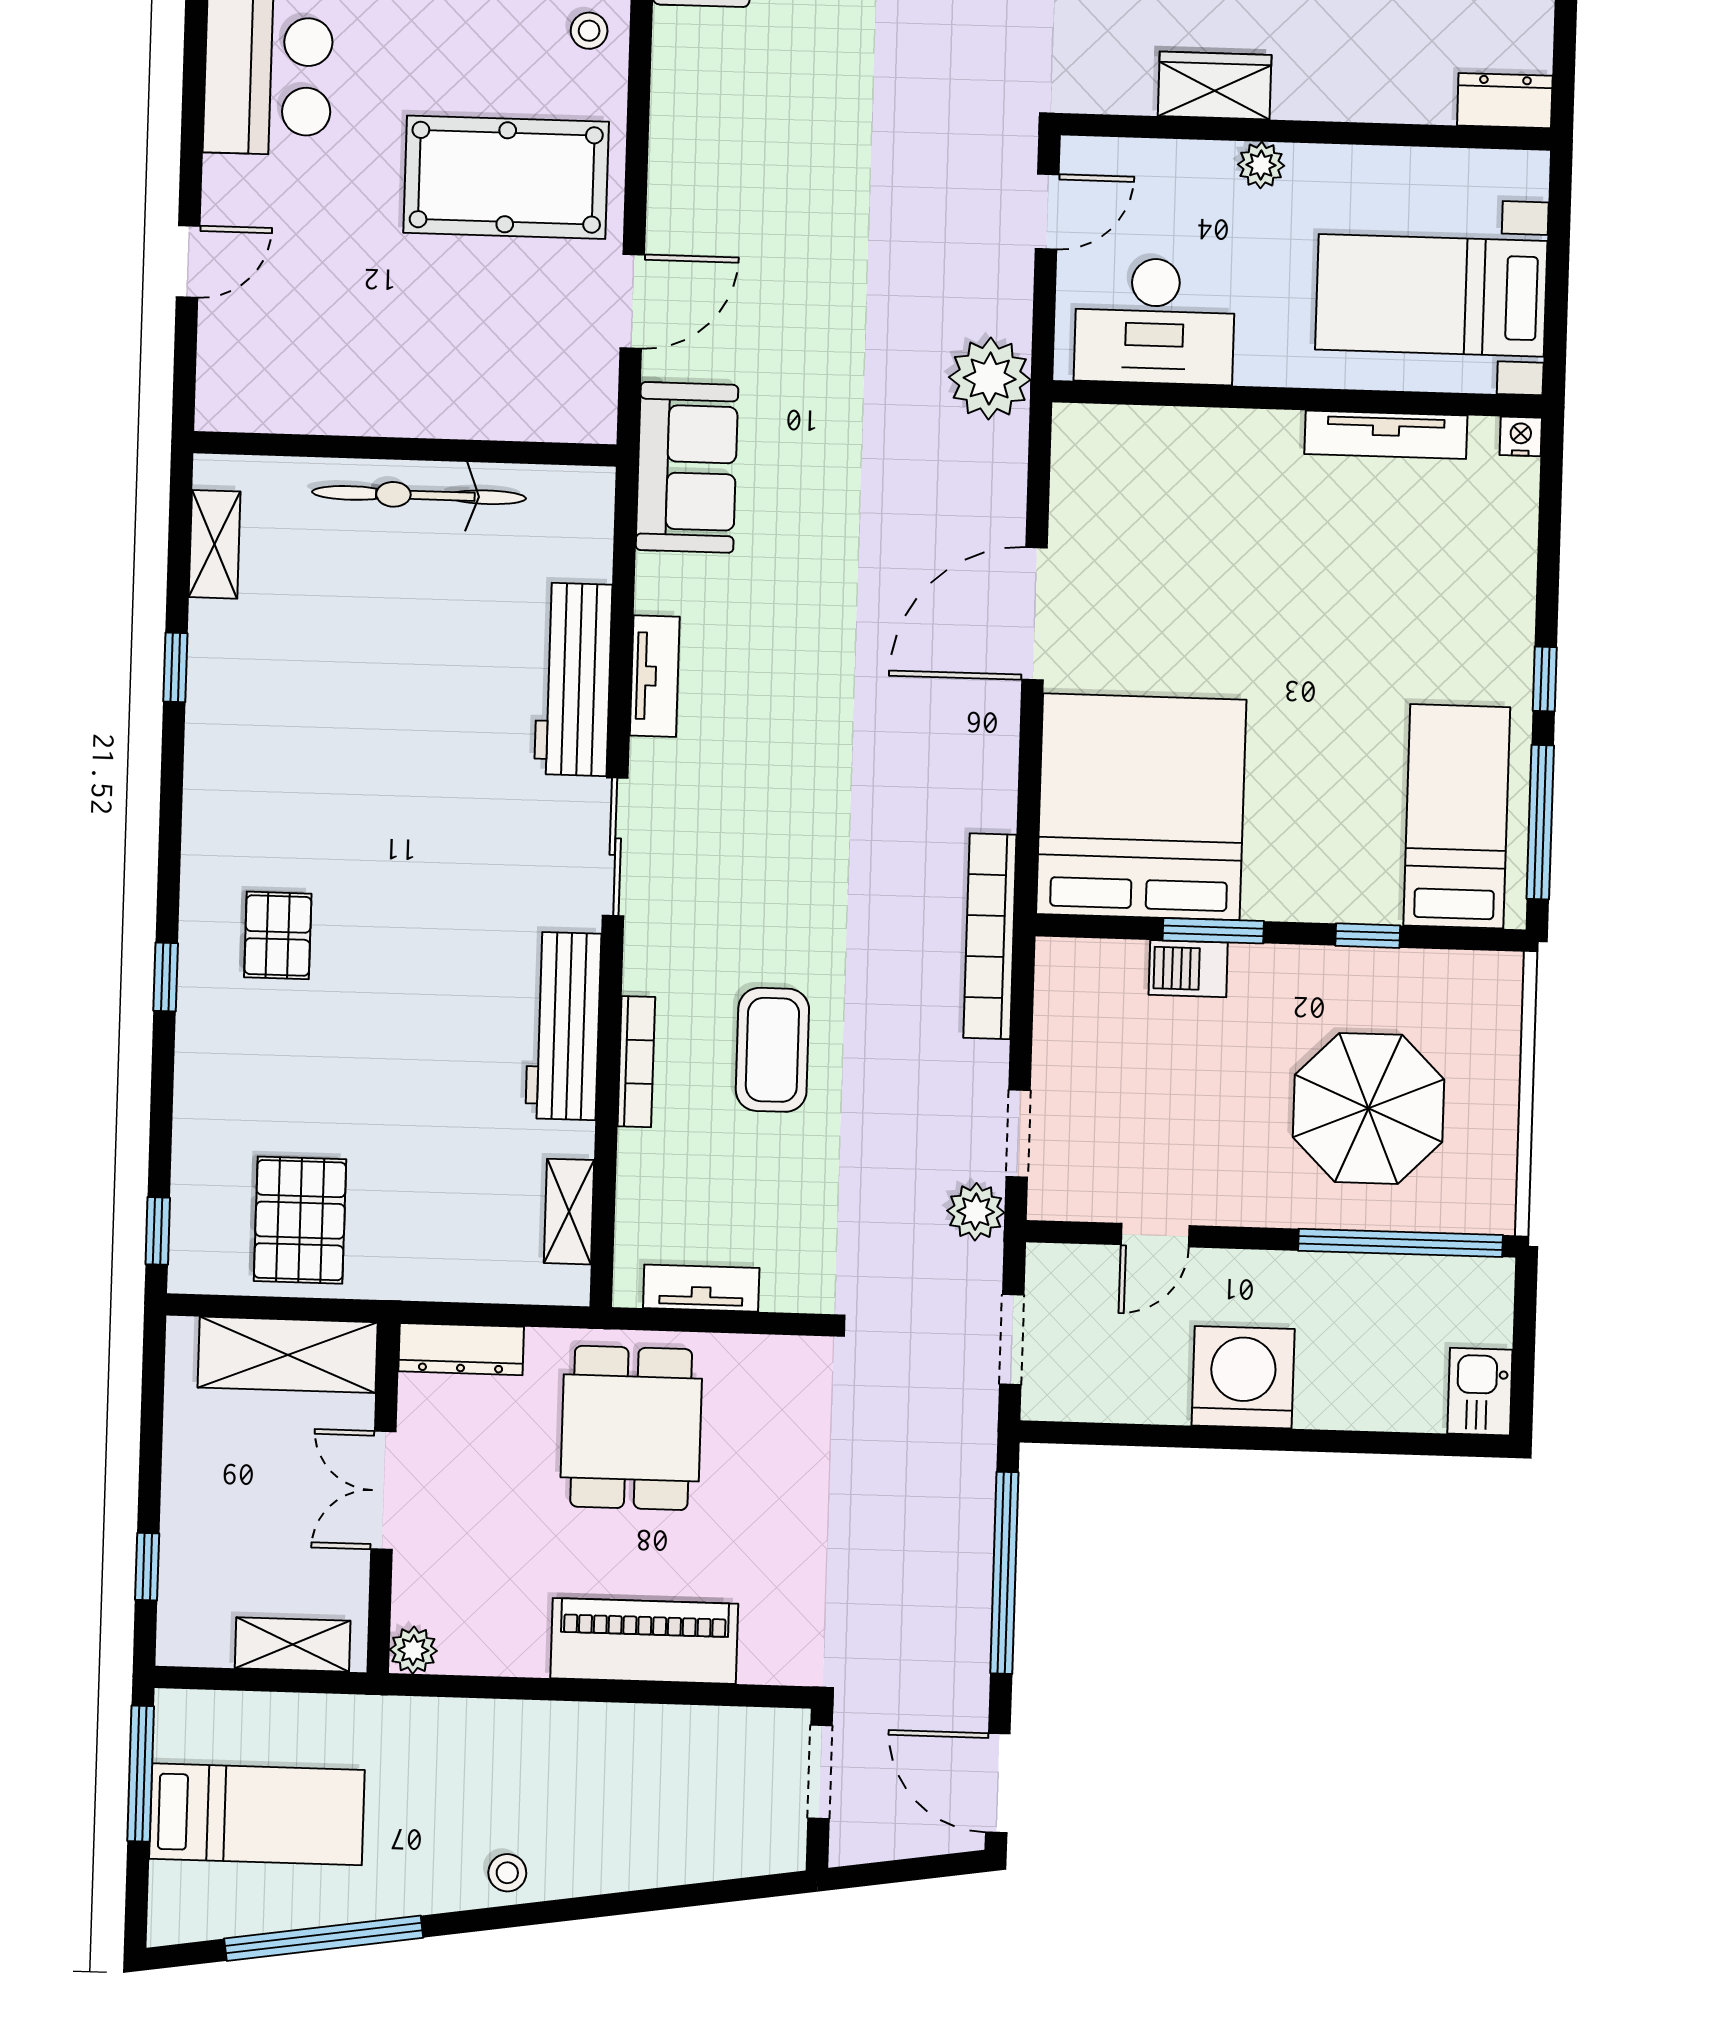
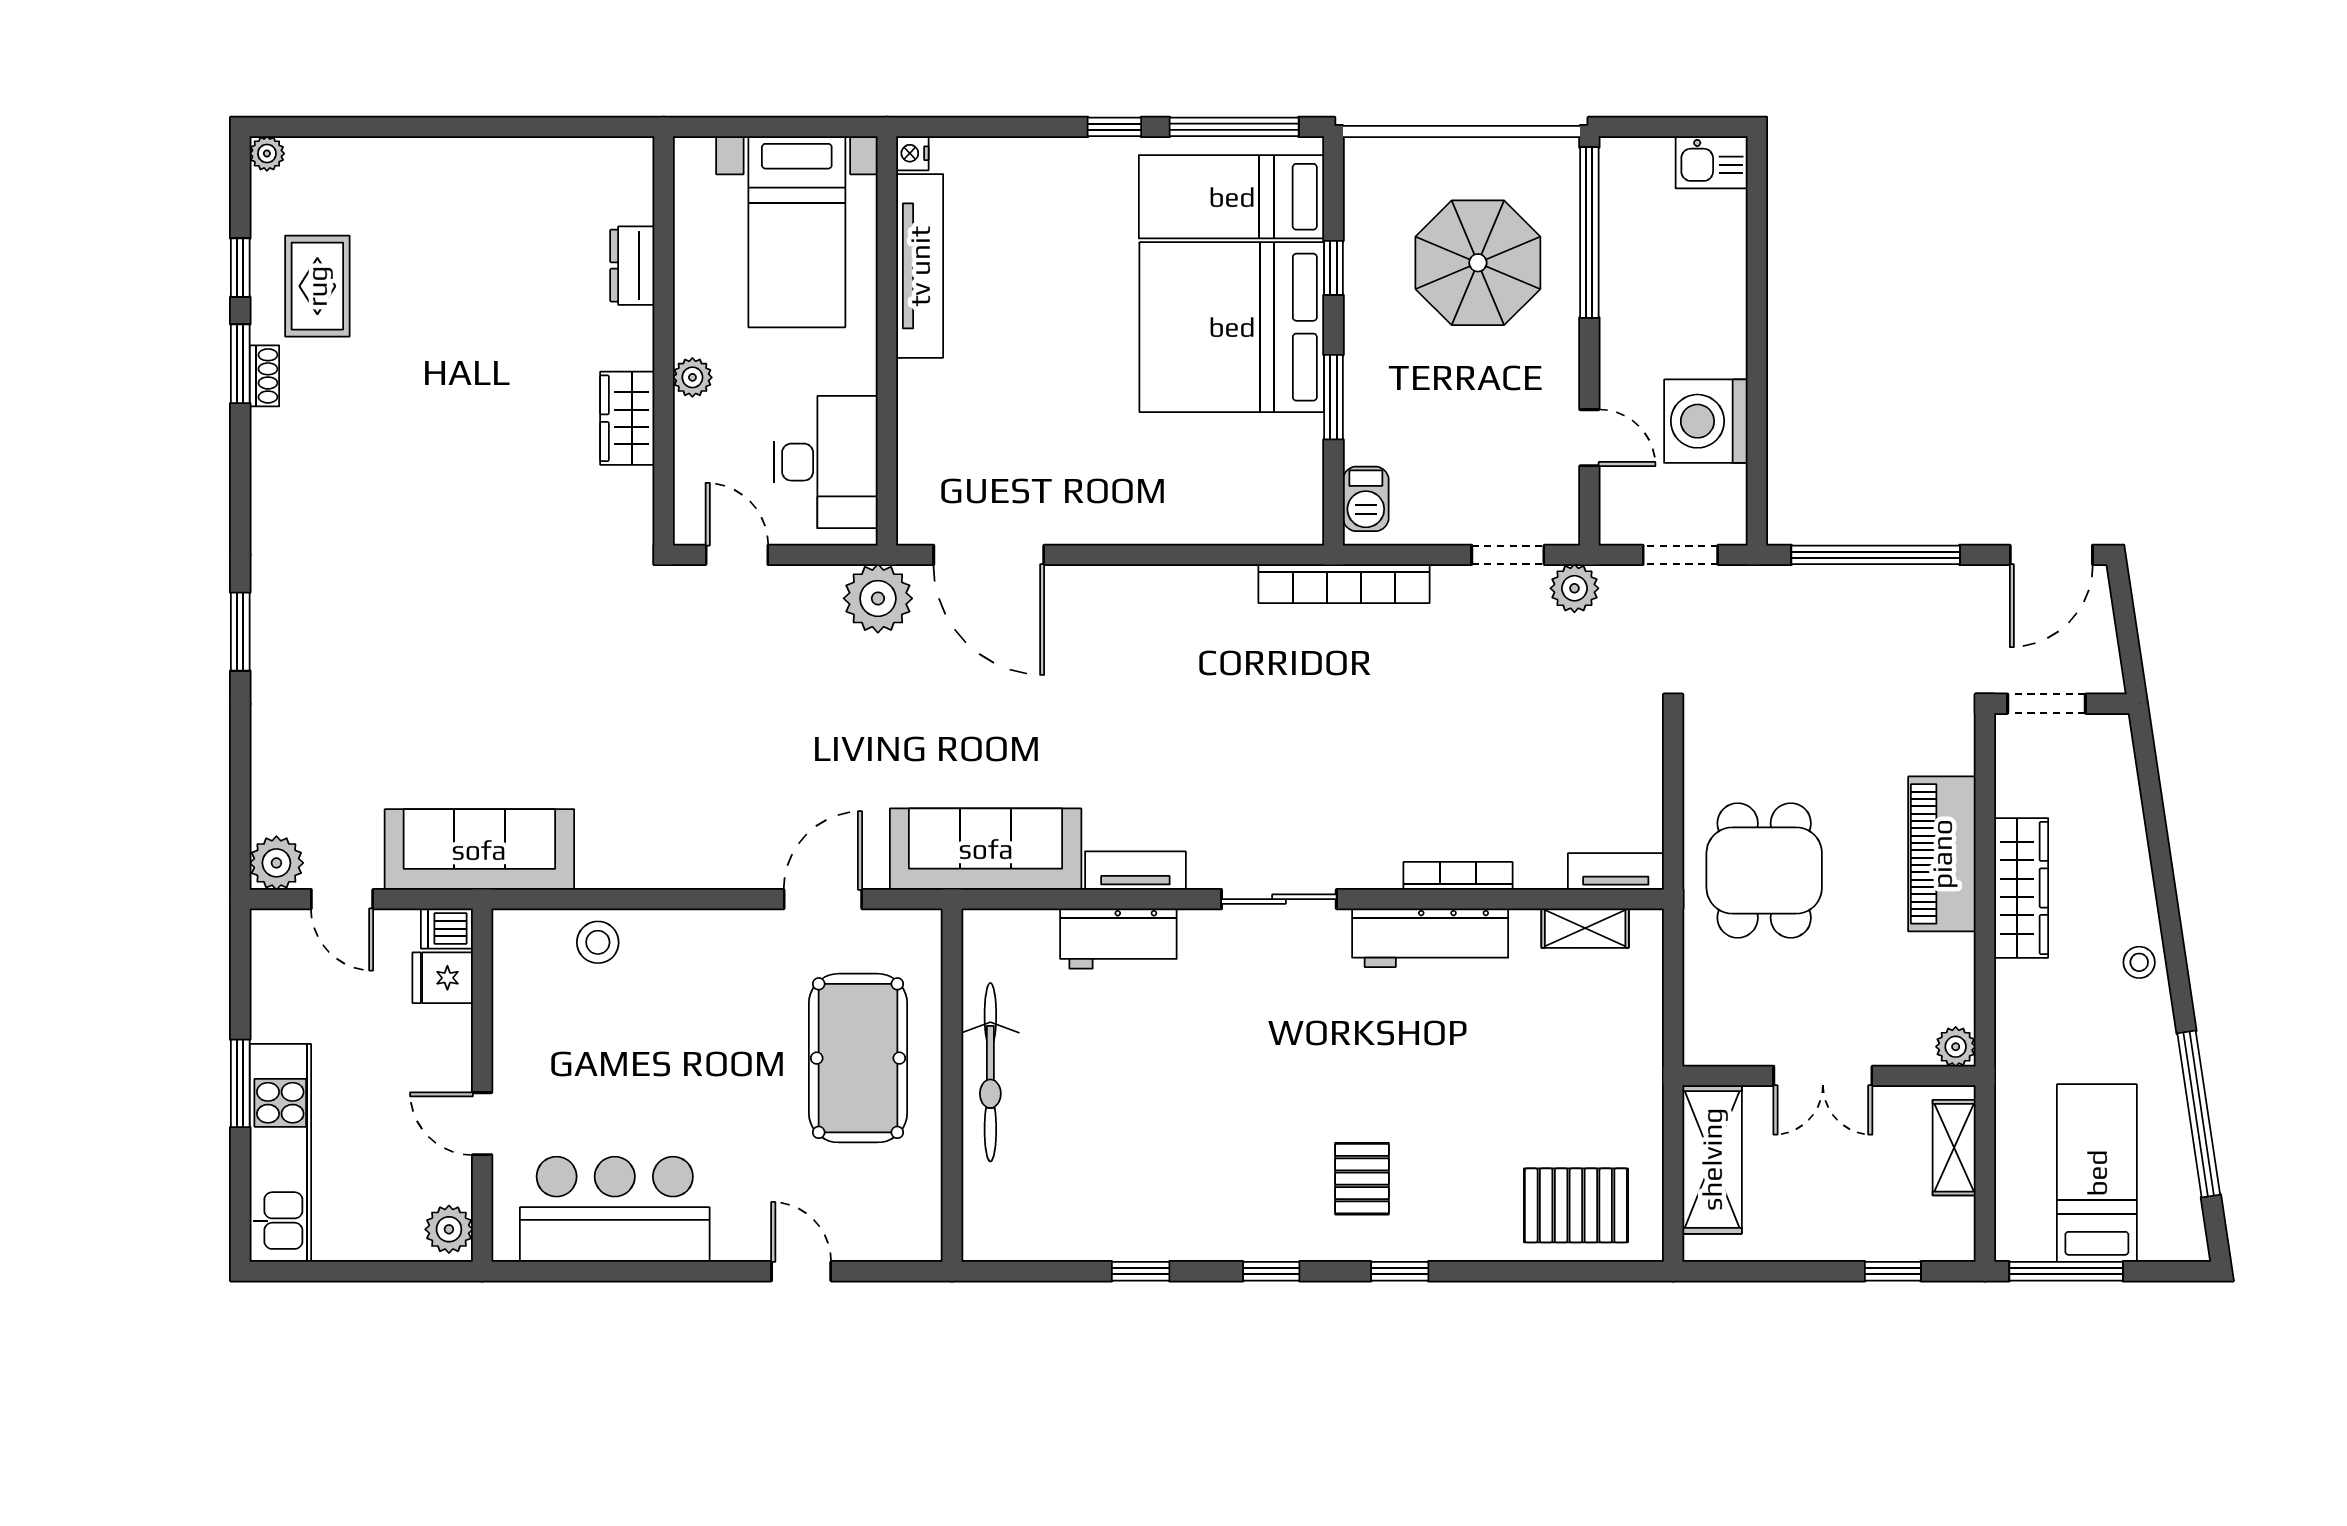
stool: (589, 31) -> (598, 942), width x1.37, depth x1.37
dresser: (1505, 101) -> (632, 266), moved
pool table: (506, 177) -> (858, 1058), moved
door: (632, 301) -> (823, 899), hinge flipped
tv unit: (1386, 435) -> (920, 266), width x1.36, depth x1.29
sofa: (687, 467) -> (986, 849), width x1.36
shelving: (215, 544) -> (1037, 1242), removed
door: (1035, 614) -> (989, 555), moved
workbench: (573, 679) -> (1118, 939), width x0.73
bed: (1141, 807) -> (1232, 327), moved
pallet: (278, 935) -> (1362, 1179), turned 90
barbecue: (1188, 969) -> (1366, 499), moved
coffee table: (772, 1050) -> (1445, 762), removed
pallet: (300, 1220) -> (1576, 1205), moved
window: (158, 1231) -> (1271, 1271), moved
tv unit: (701, 1288) -> (1616, 871), moved, turned 90
dresser: (461, 1349) -> (1703, 1015), removed
washing machine: (1243, 1377) -> (1706, 421), moved
dining table: (631, 1428) -> (1764, 870), turned 90
wardrobe: (601, 1734) -> (2021, 888), added

